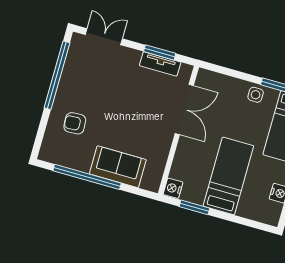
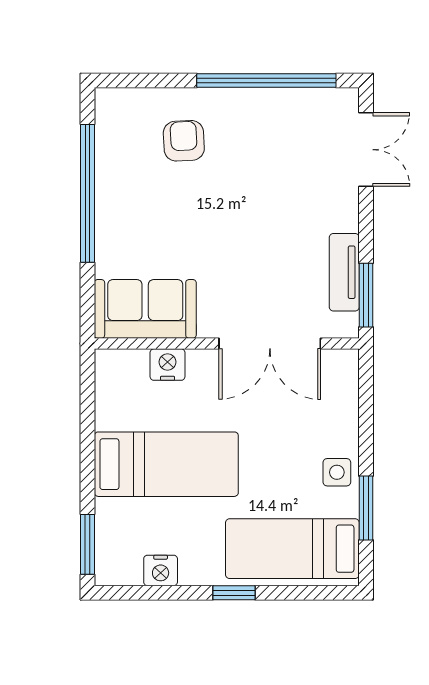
window: (160, 52) -> (366, 295), moved
sofa: (118, 167) -> (145, 309), moved, turned -90
nightstand: (173, 188) -> (168, 365), moved
window: (194, 207) -> (87, 544), moved

